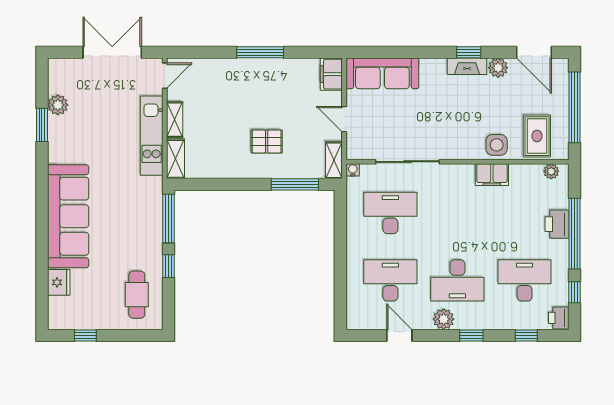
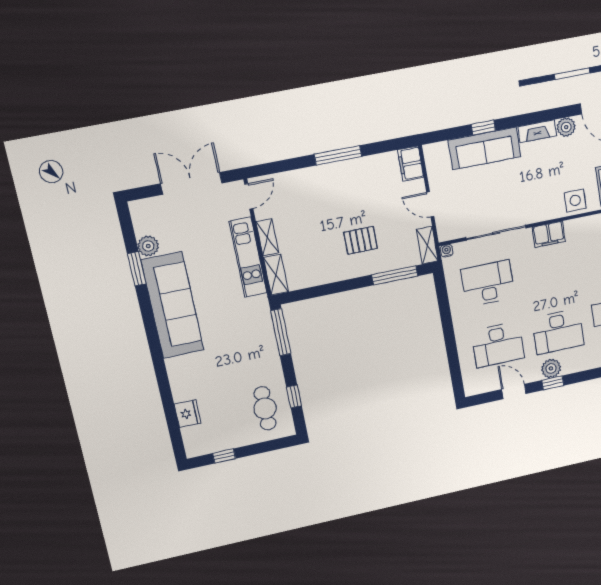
window: (469, 52) -> (483, 128), moved
sofa: (382, 73) -> (485, 148), moved
filing cabinet: (492, 175) -> (549, 234), moved
sofa: (68, 216) -> (173, 305), moved
window: (168, 266) -> (294, 396), moved
desk: (390, 280) -> (498, 345), turned 180
window: (471, 335) -> (553, 383), moved

